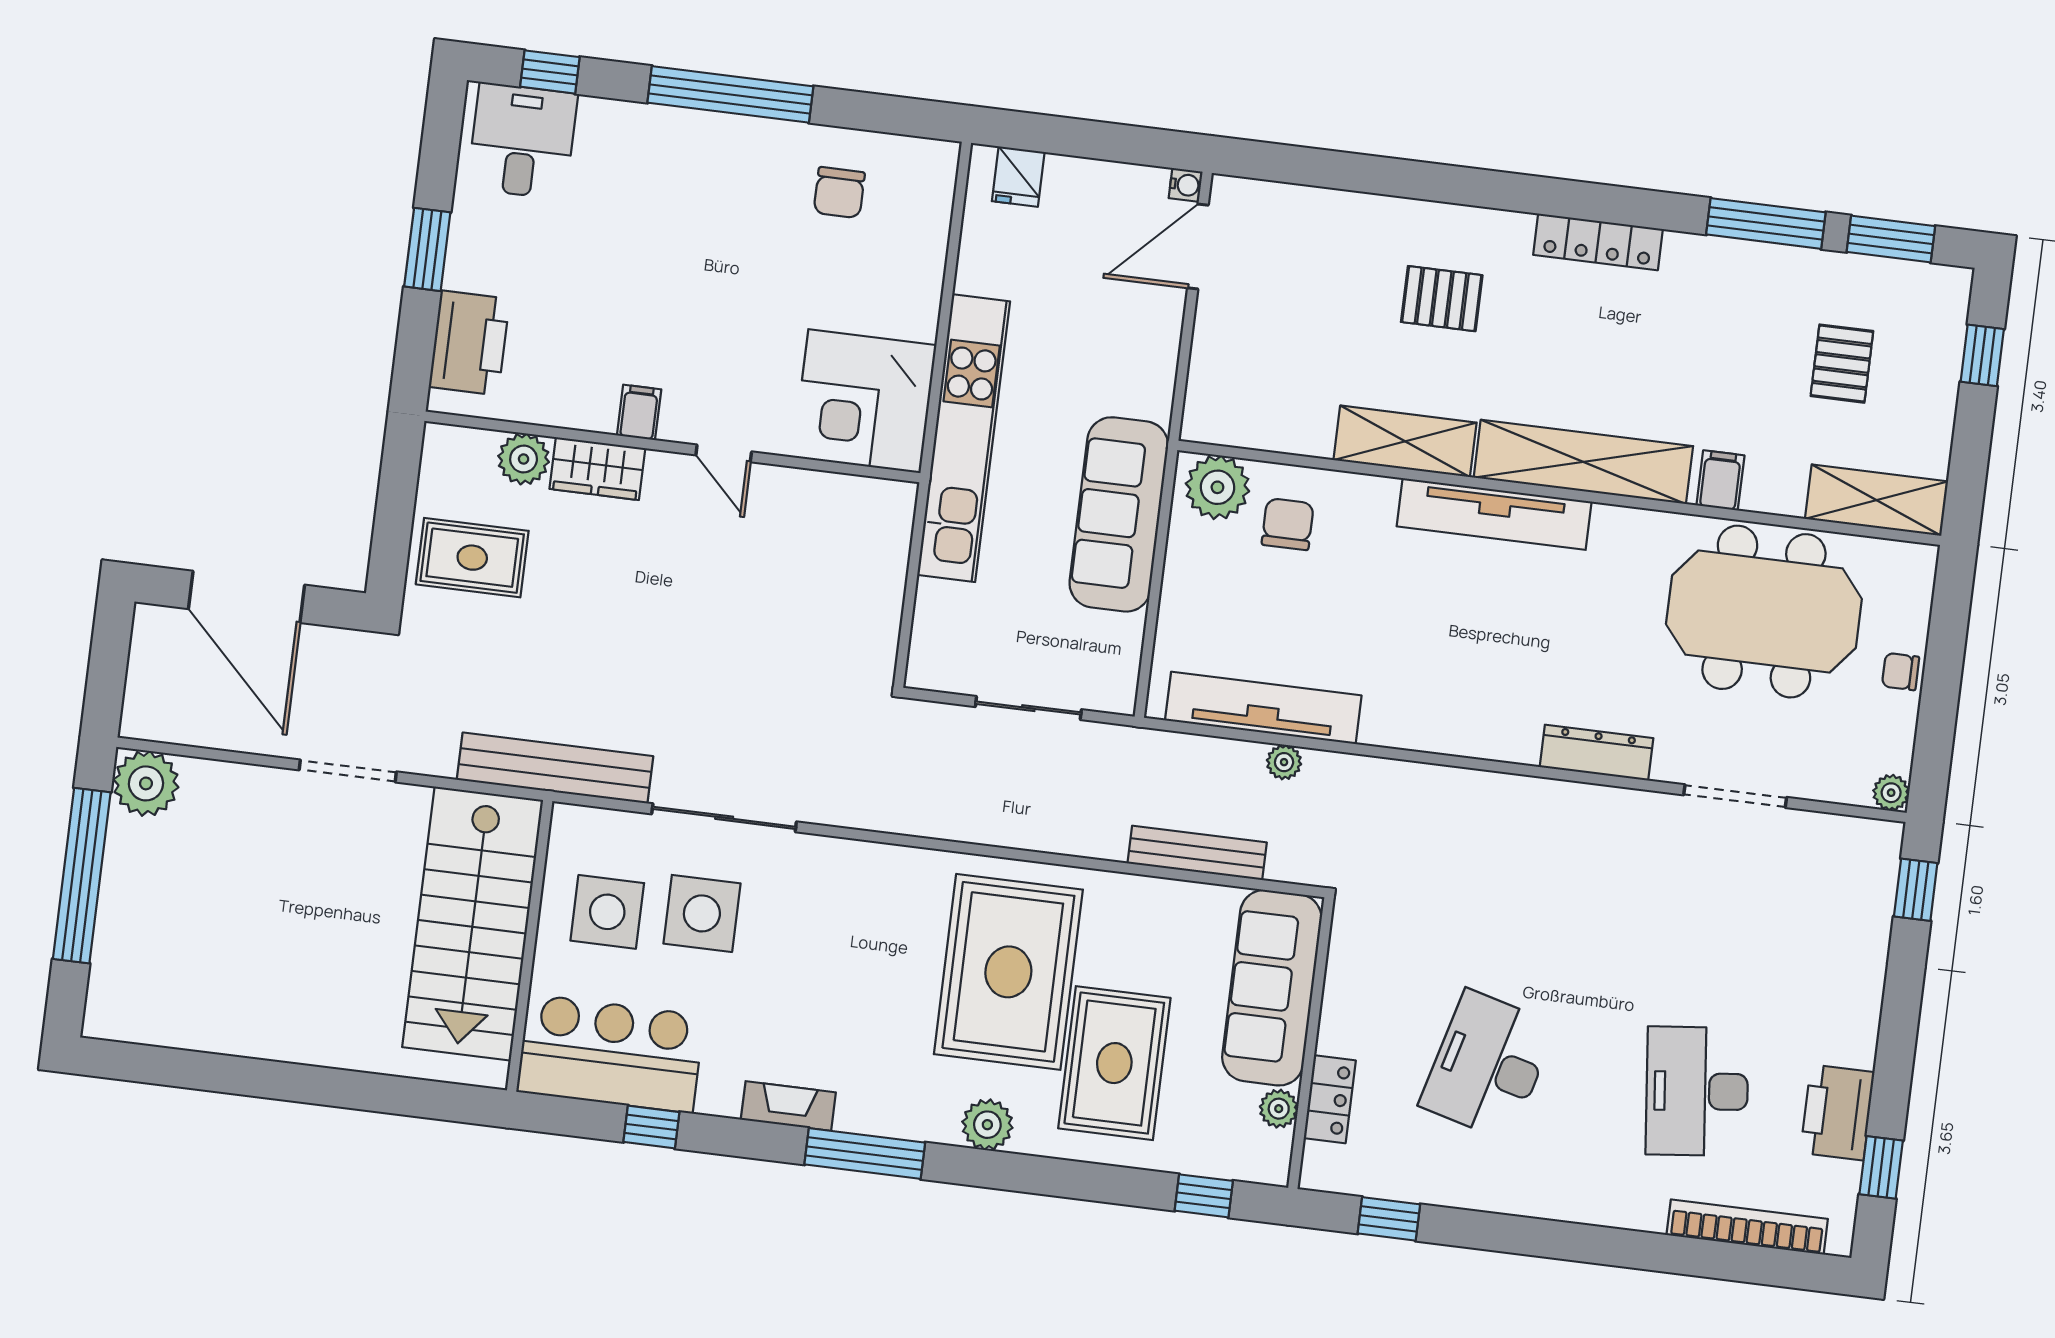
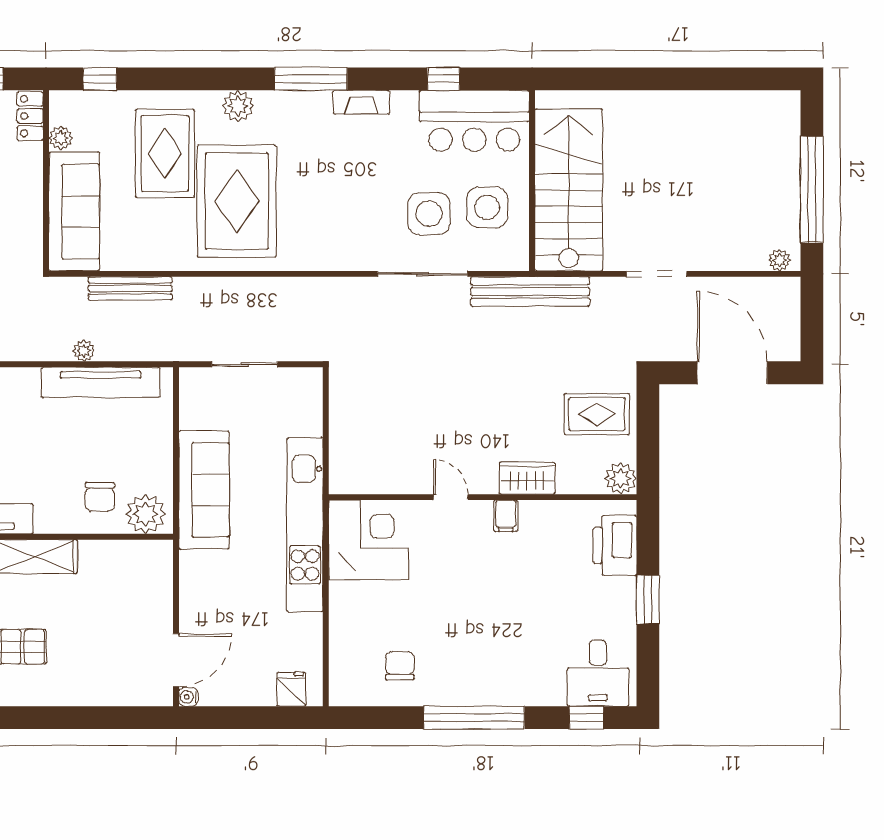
plant: (524, 459) -> (621, 478), moved
plant: (146, 783) -> (780, 260), width x0.53, depth x0.53
locker: (1330, 1099) -> (30, 116), moved

